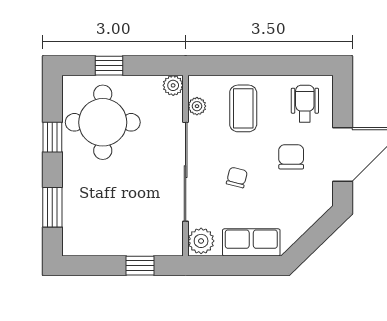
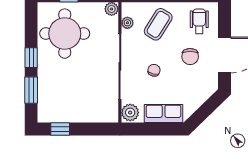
coffee table: (243, 108) -> (158, 24), turned 32
window: (52, 137) -> (31, 58), moved
chair: (291, 157) -> (190, 57), turned 180
window: (140, 266) -> (60, 129), moved

